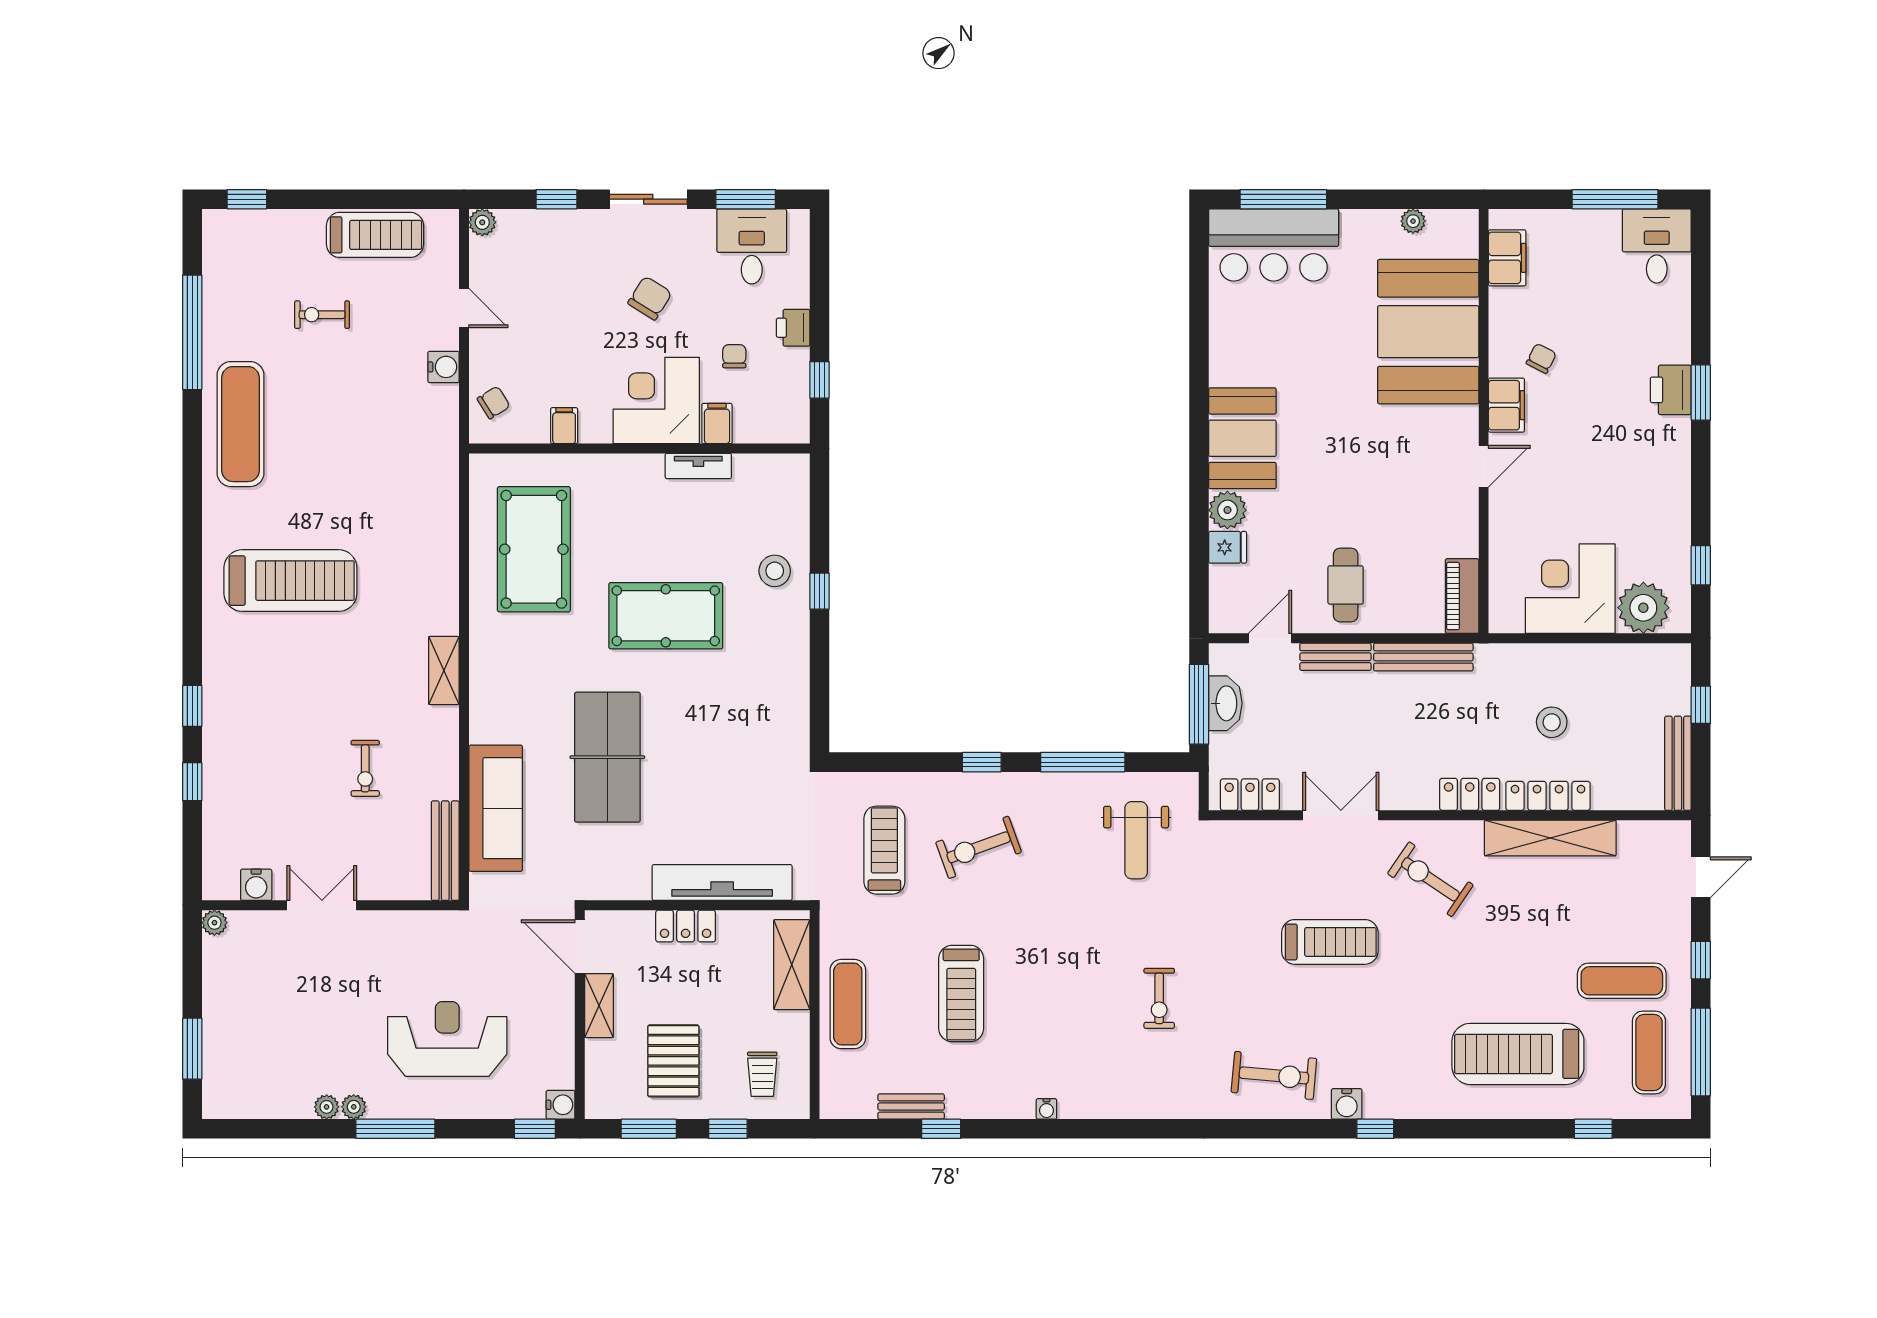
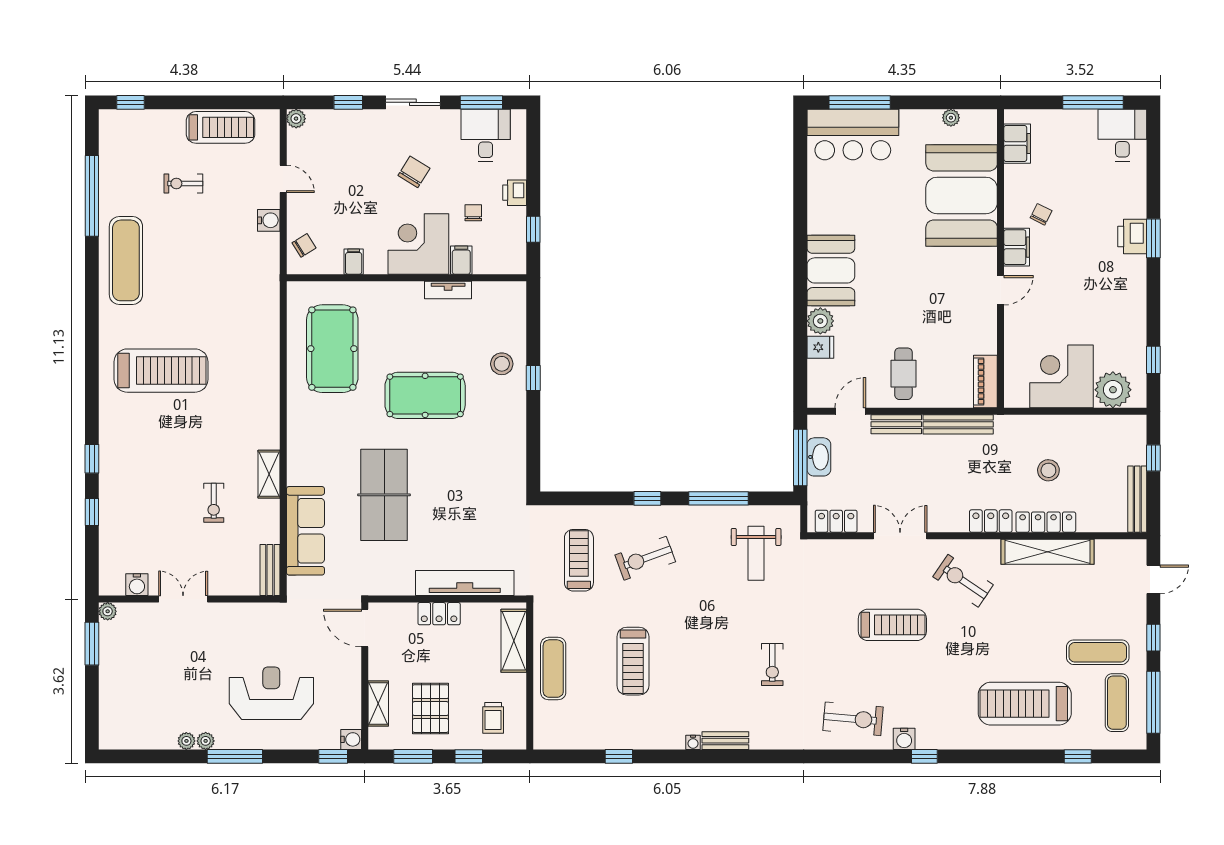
shelving: (444, 671) -> (269, 474), moved
bench: (445, 851) -> (270, 570), width x0.73
shelving: (599, 1006) -> (378, 703), moved
window: (192, 1049) -> (92, 644), moved
bench: (911, 1107) -> (725, 741), moved

